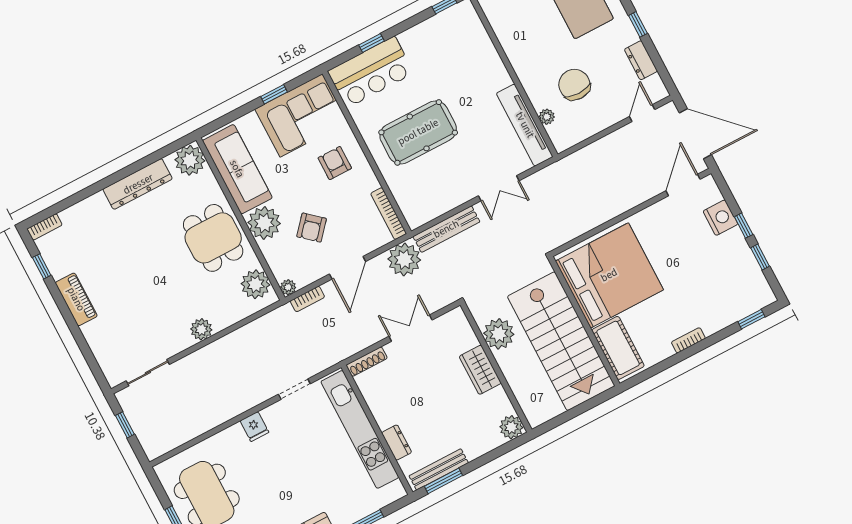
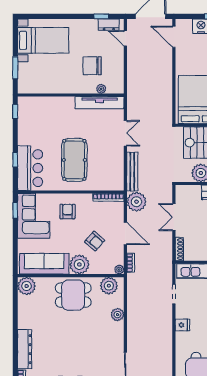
window: (638, 24) -> (101, 16), moved
dresser: (641, 60) -> (109, 25), moved
window: (274, 94) -> (15, 210), moved
armchair: (335, 163) -> (67, 212), turned 90
dresser: (138, 184) -> (25, 349), moved
plant: (201, 329) -> (117, 315), moved

